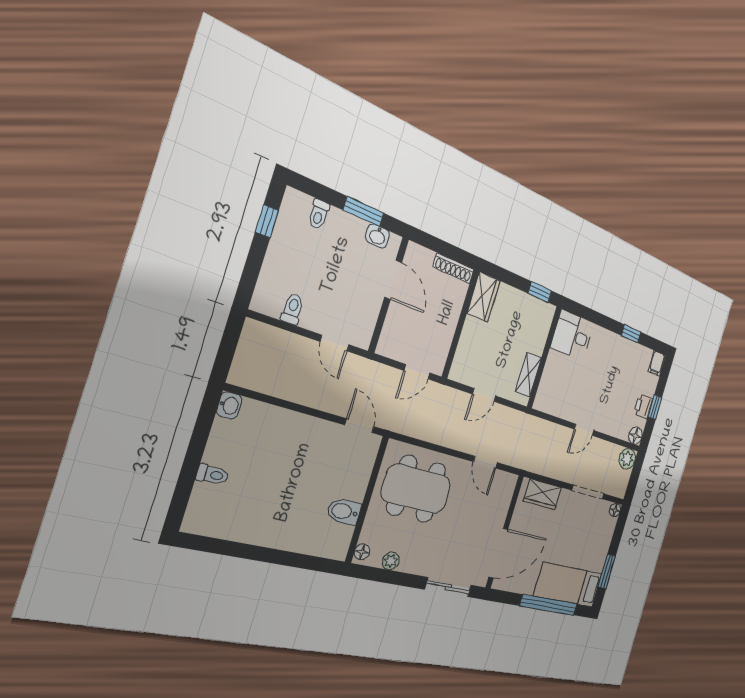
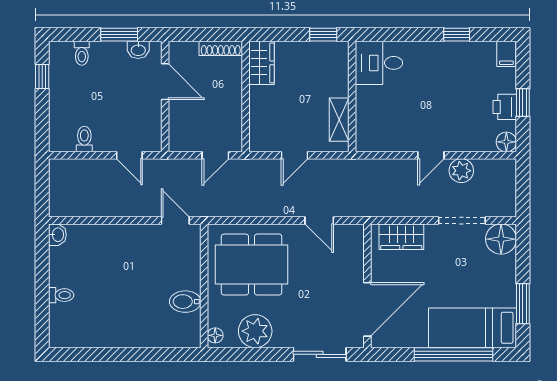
plant: (627, 459) -> (461, 171), moved
floor lamp: (615, 510) -> (501, 239), width x1.89, depth x1.89
plant: (391, 561) -> (255, 331), width x1.88, depth x1.88

